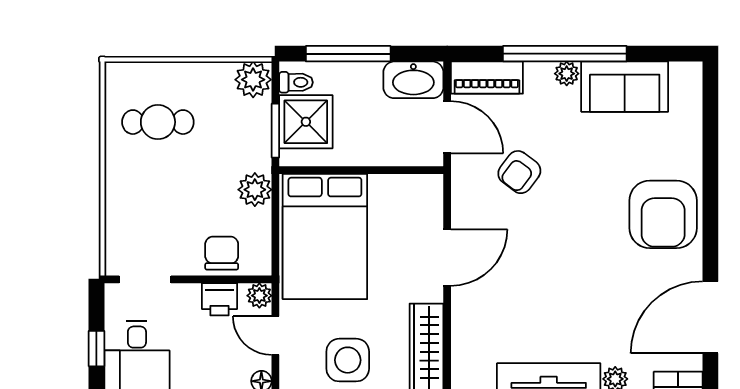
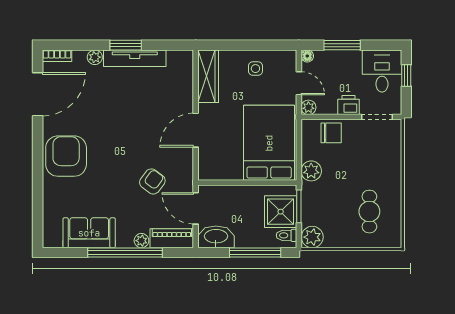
plant: (567, 74) -> (141, 241), moved
cafe table: (158, 122) -> (369, 212), turned 90
chair: (222, 253) -> (331, 133), turned -90
printer: (219, 299) -> (348, 105), moved
side table: (348, 360) -> (255, 69), width x0.54, depth x0.54

